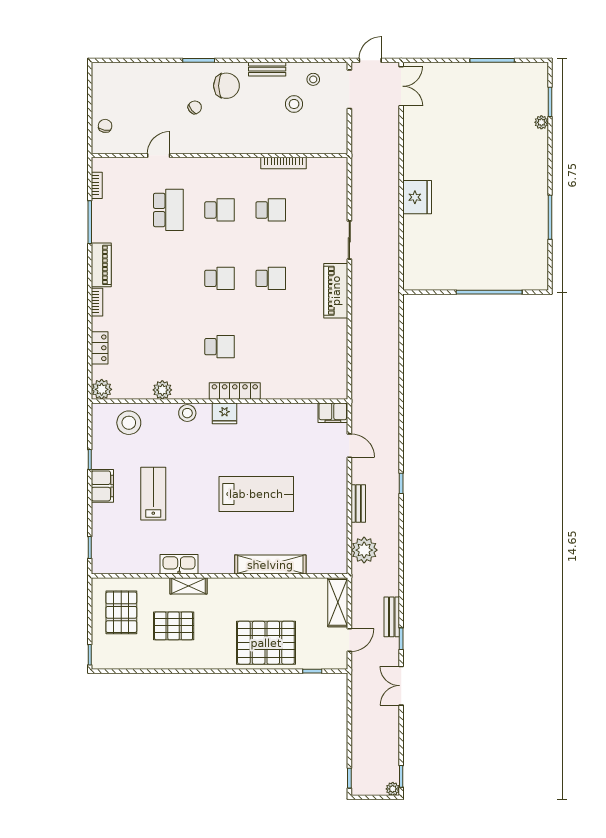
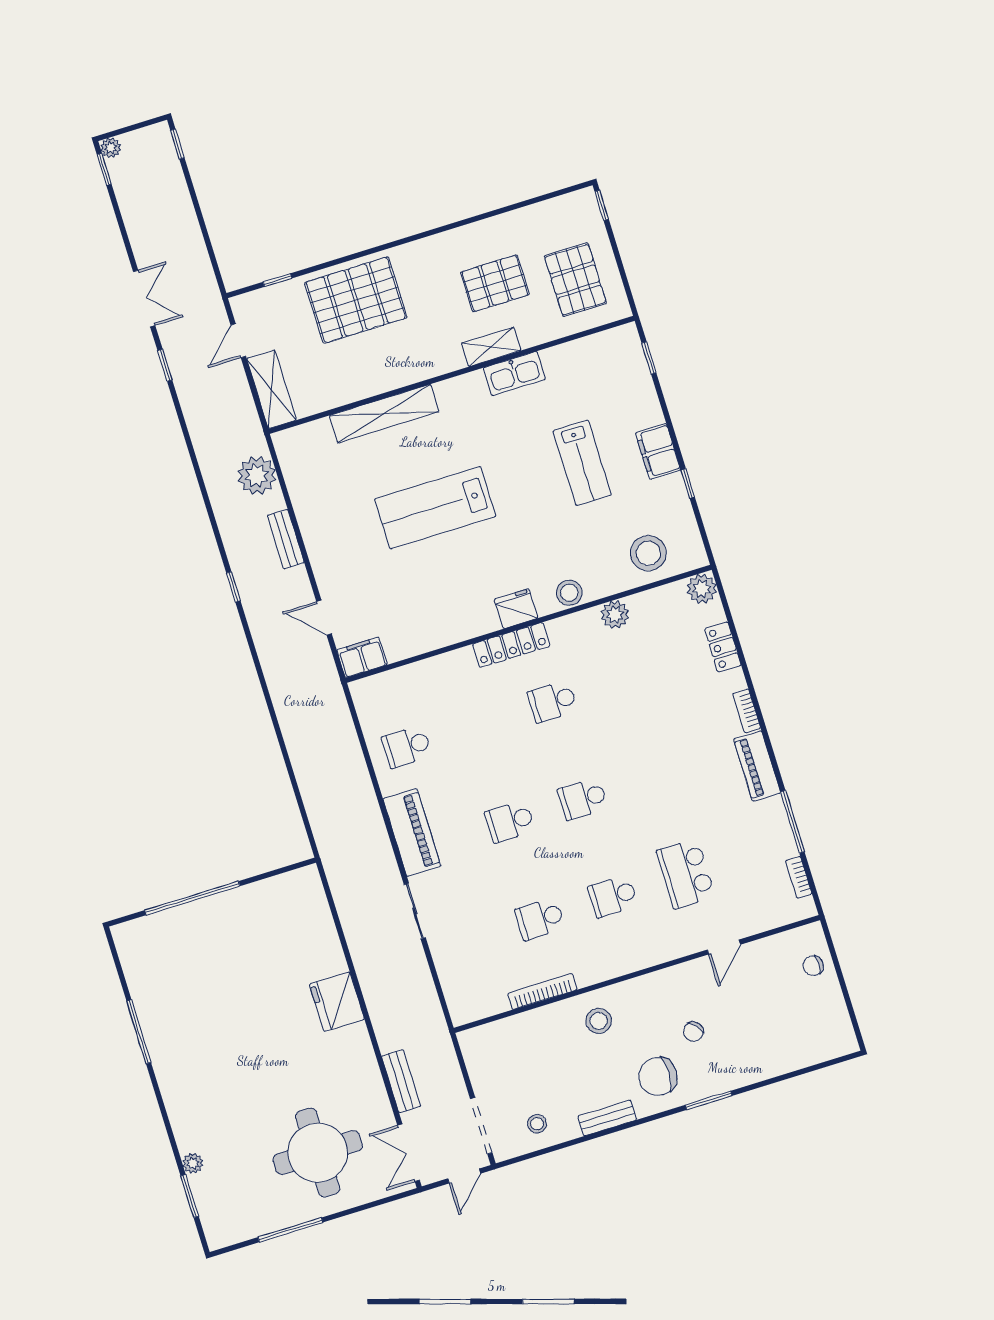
stool: (294, 104) -> (599, 1021), moved
round table: (459, 104) -> (318, 1153), added
chair: (105, 126) -> (813, 966), turned 80
school desk: (322, 347) -> (407, 747), added
bench: (392, 617) -> (401, 1081), moved

